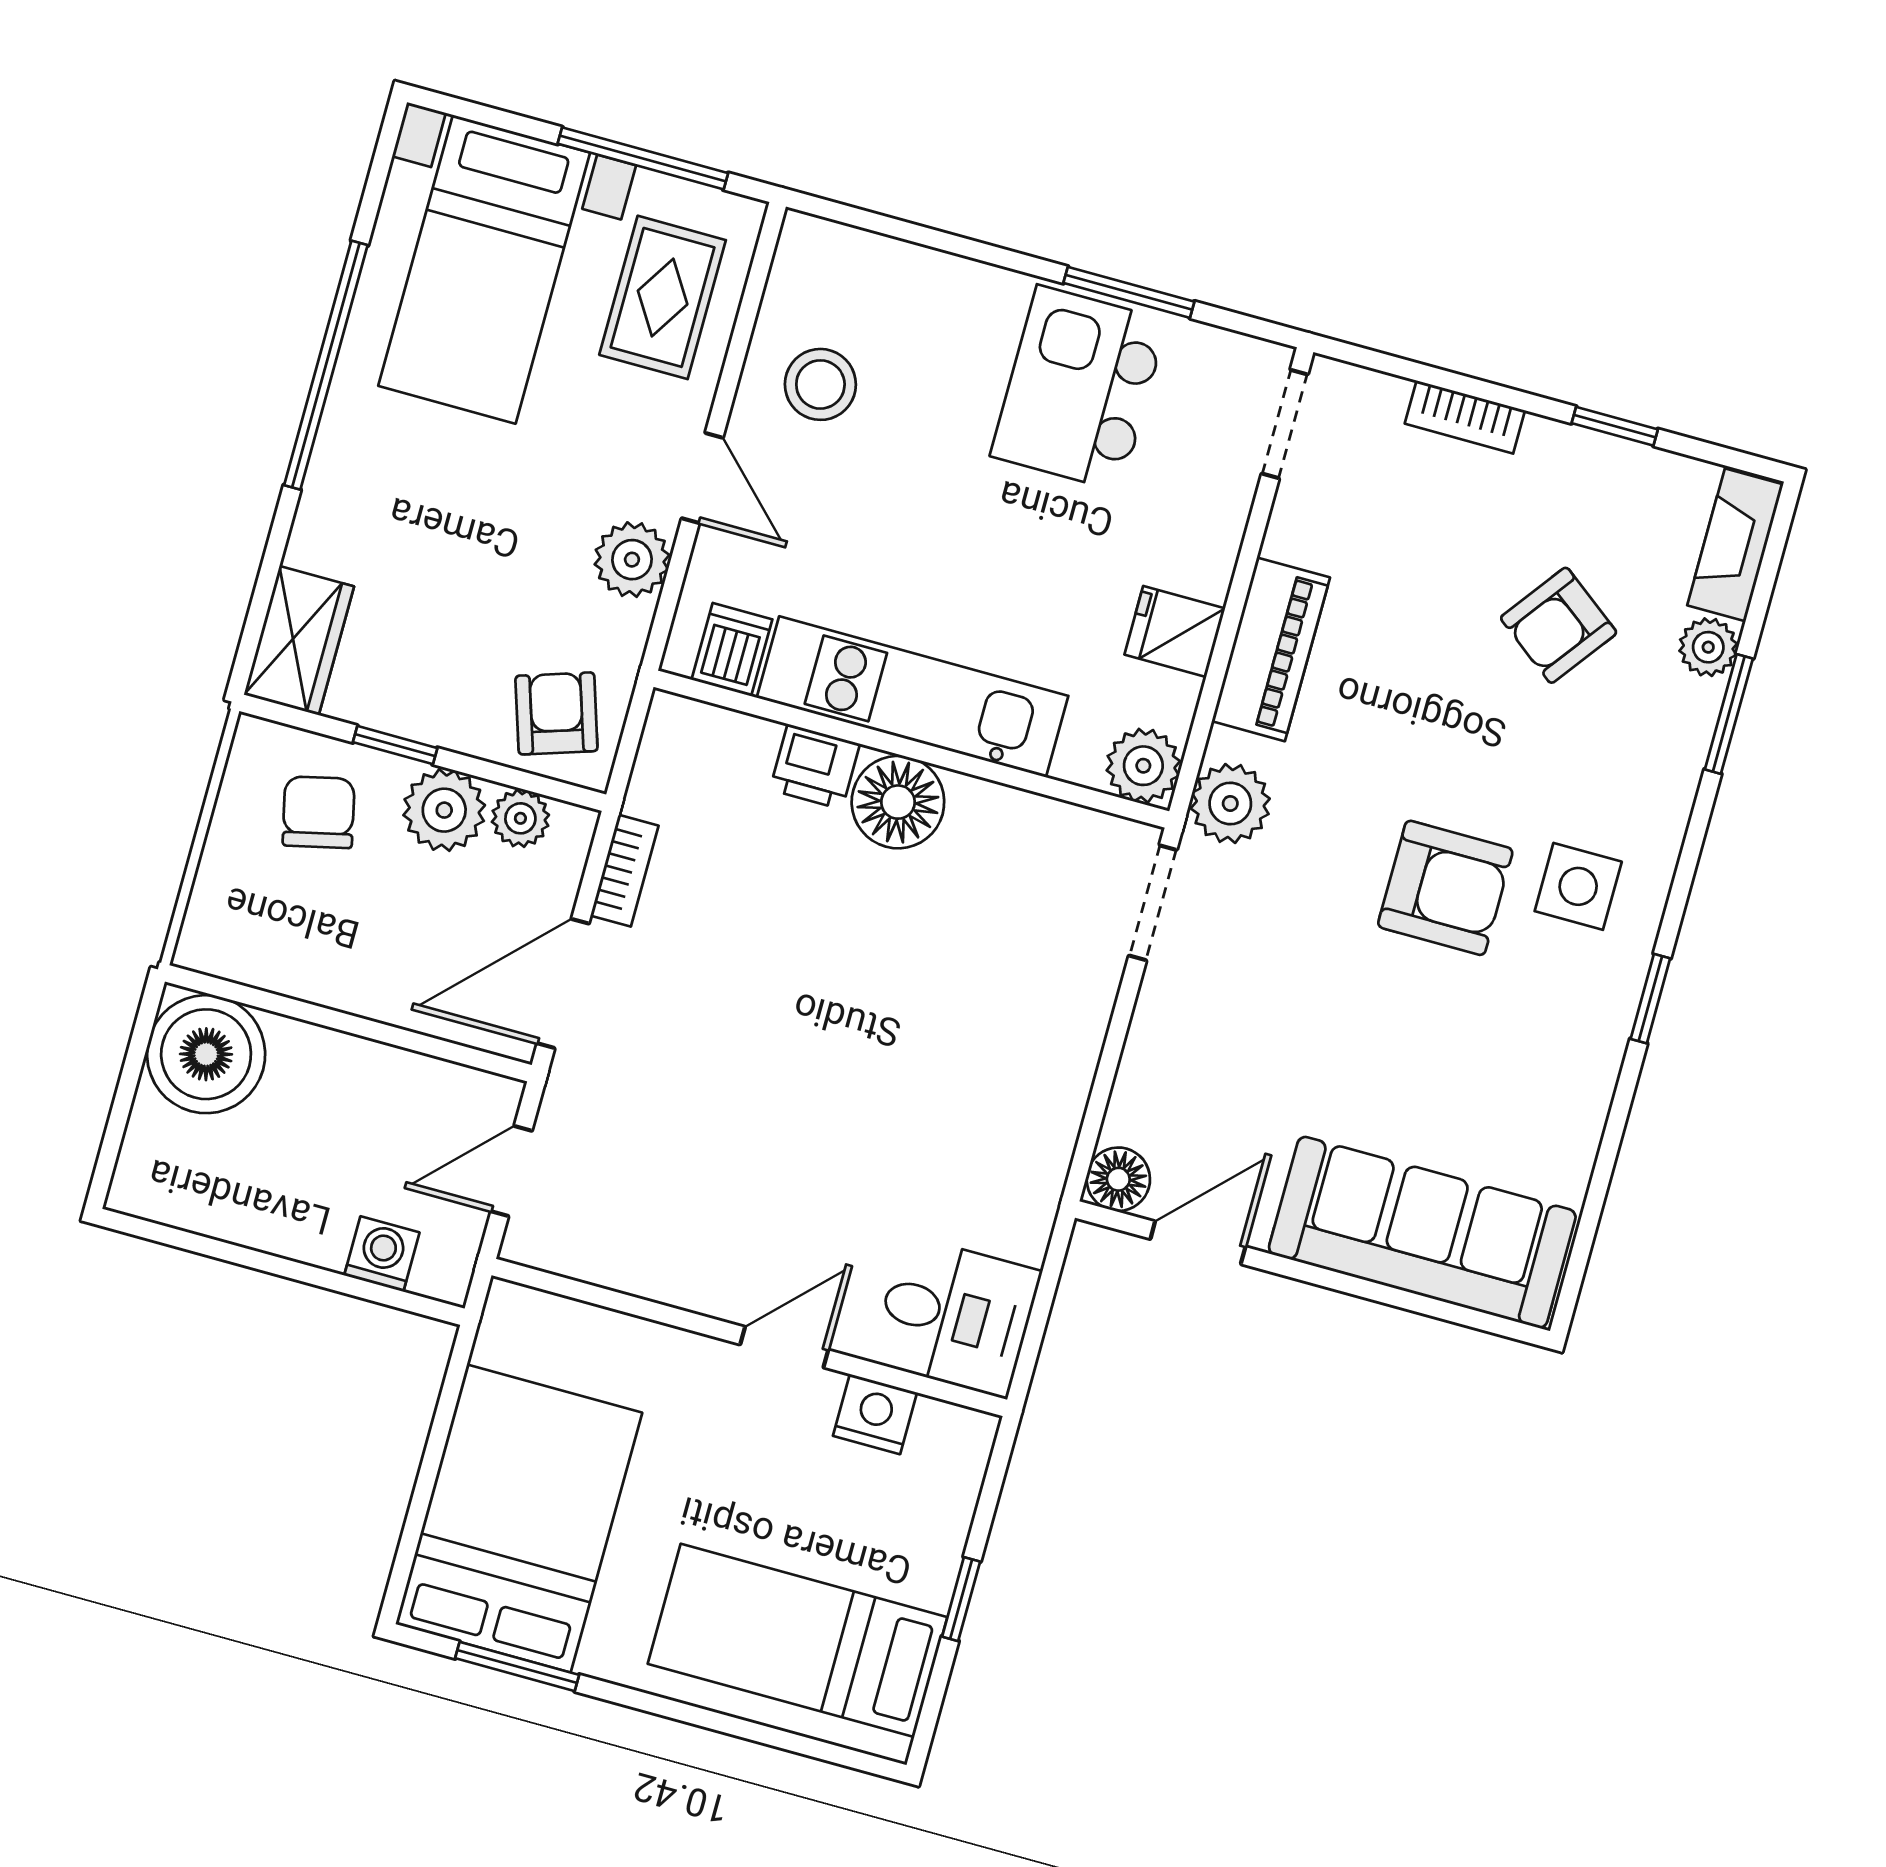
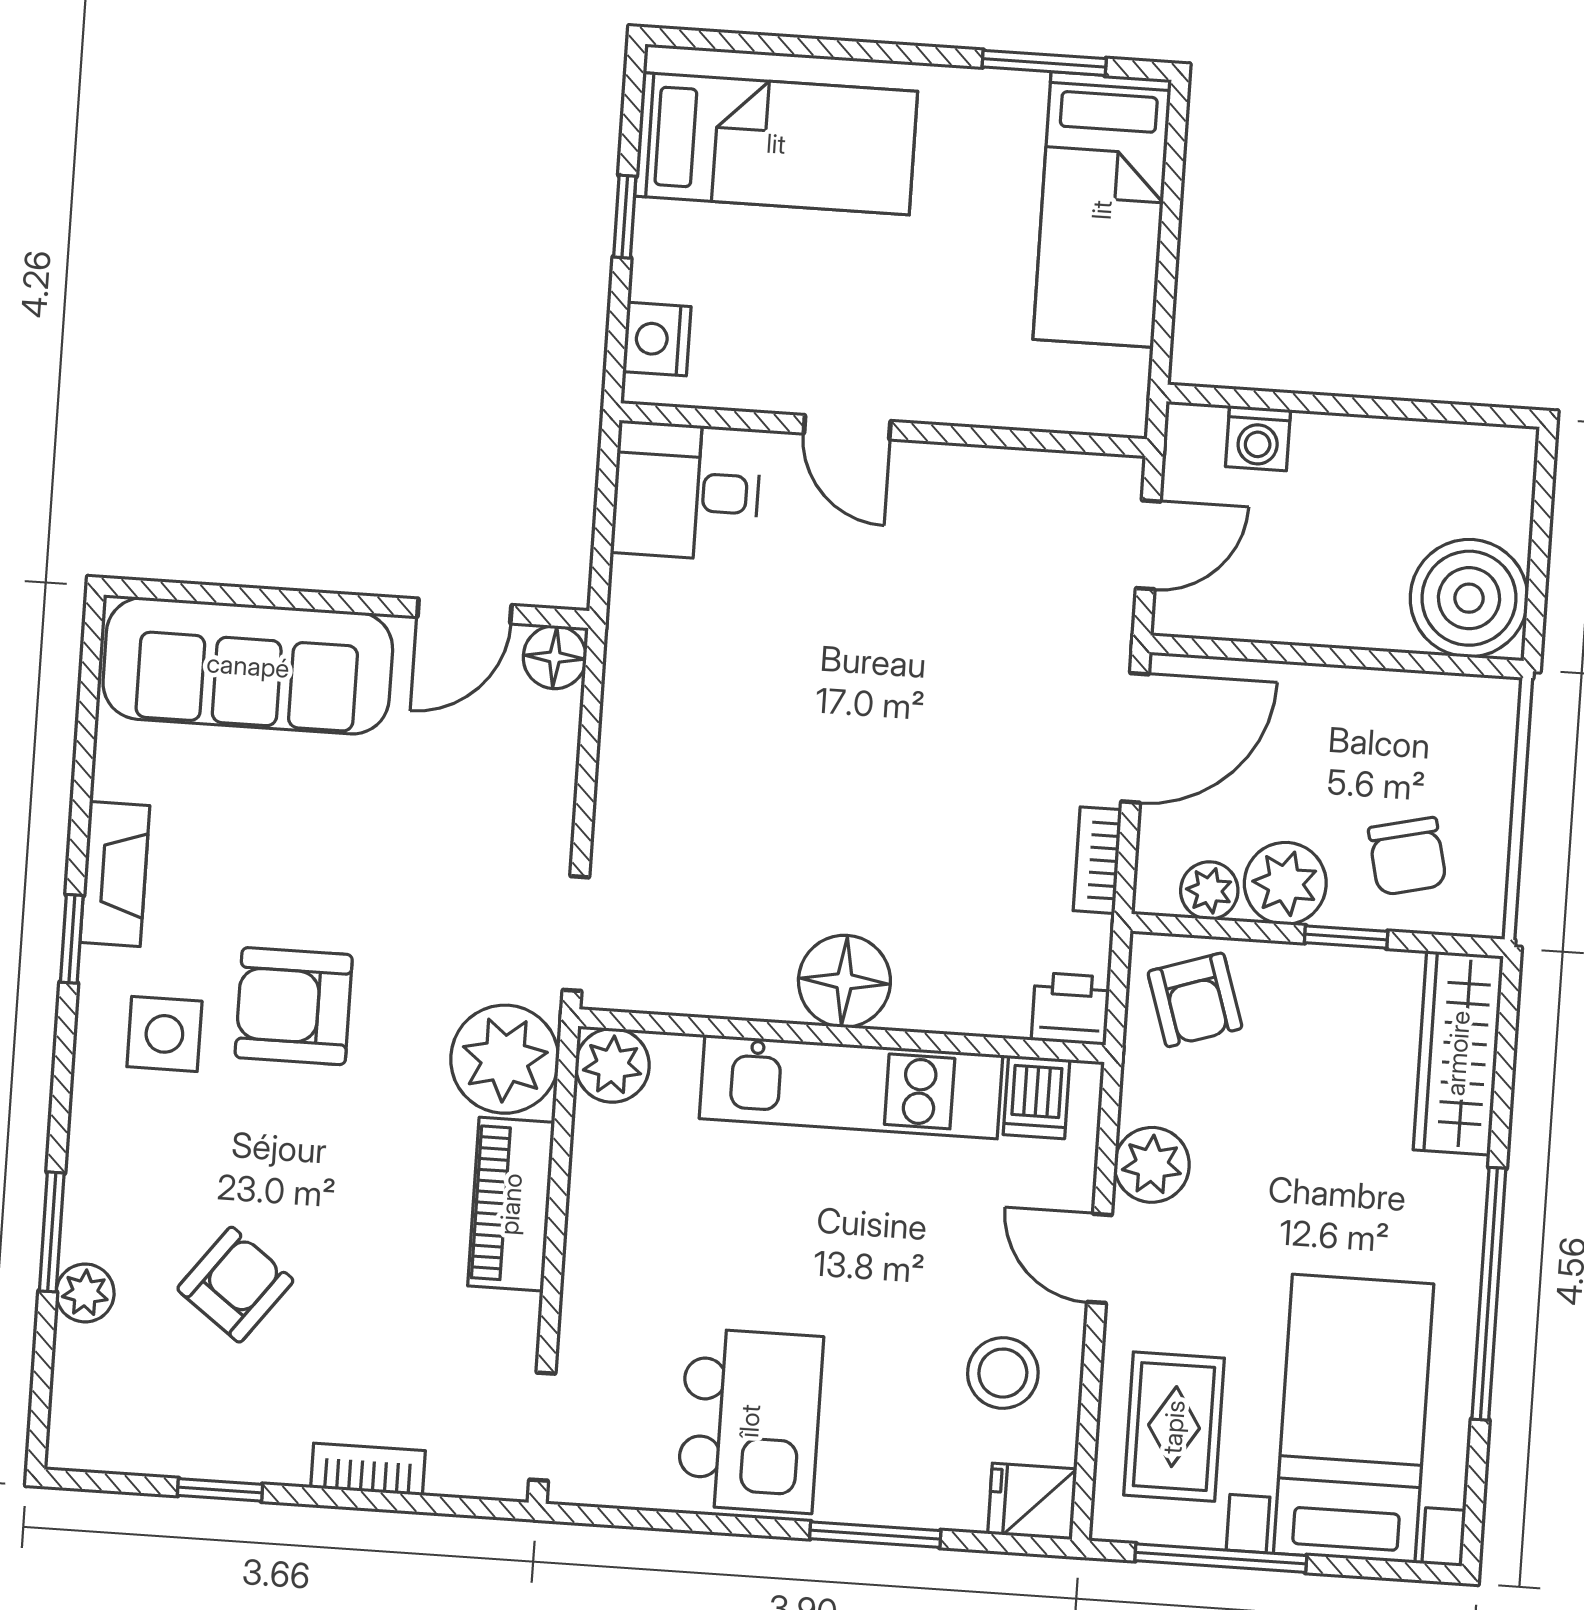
window: (1129, 292) -> (875, 1535), moved
fireplace: (1735, 545) -> (115, 874), moved
fridge: (1175, 631) -> (1032, 1501), moved, turned 180
wardrobe: (299, 641) -> (1458, 1053), width x1.50
printer: (815, 767) -> (1071, 1009), moved
plant: (1230, 803) -> (505, 1059), width x1.36, depth x1.36
door: (784, 1347) -> (847, 427), hinge flipped
nightstand: (875, 1414) -> (657, 339), moved, turned 90
bed: (519, 1518) -> (1102, 210), width x0.67

